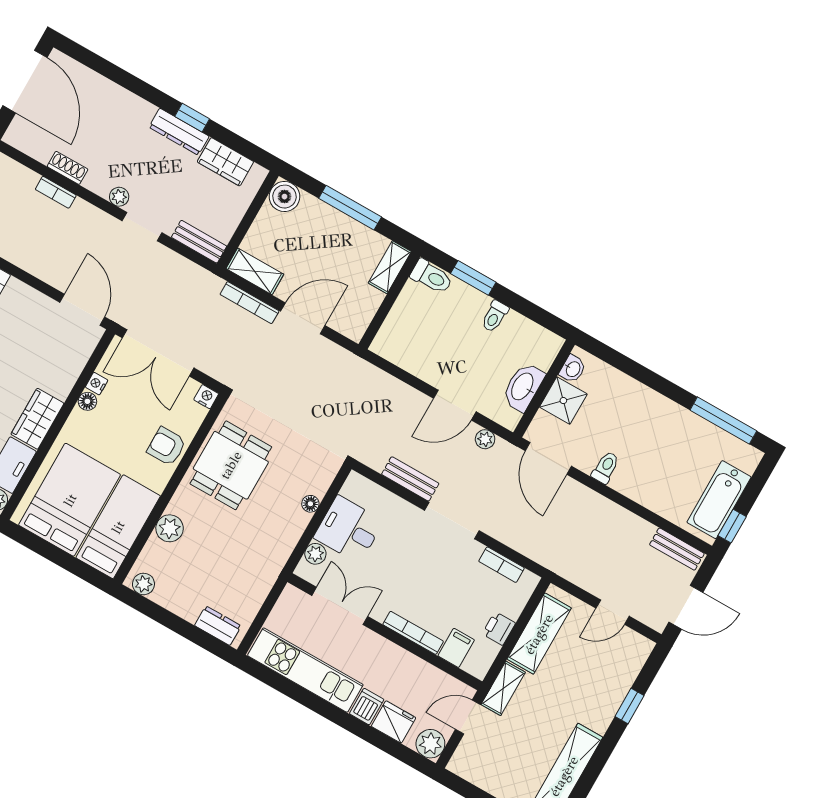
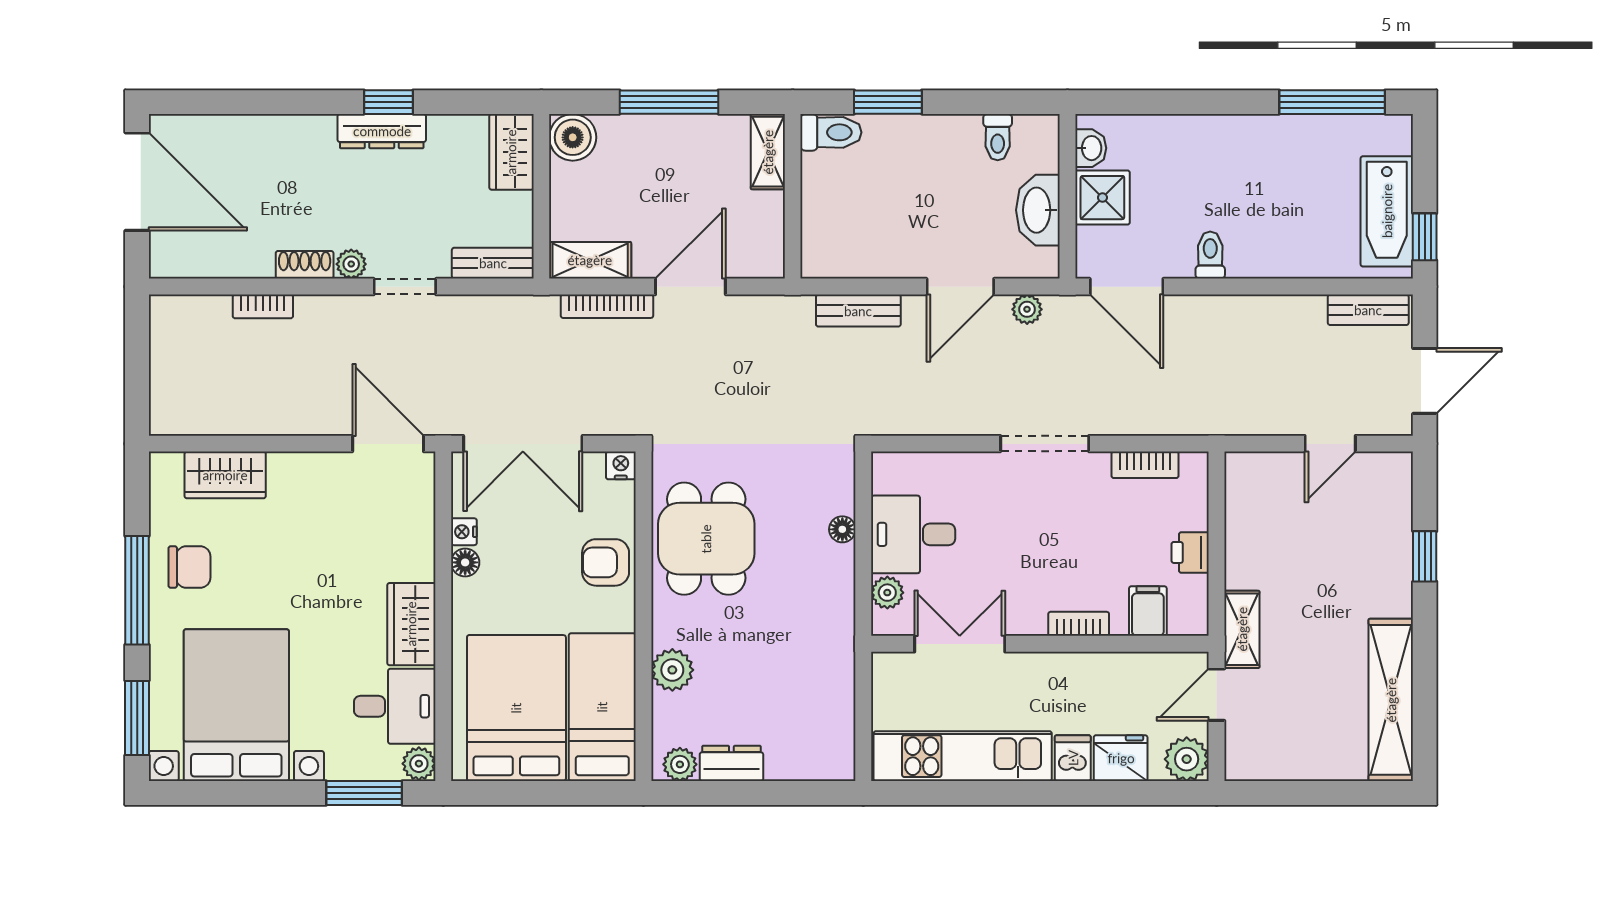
wardrobe: (225, 162) -> (511, 152), moved, turned 90
shoe rack: (68, 168) -> (305, 265), moved
toilet: (495, 316) -> (998, 137), moved
bench: (410, 479) -> (858, 311), moved
dresser: (218, 626) -> (731, 763), moved
bookcase: (413, 633) -> (1079, 624), width x0.64
shelving: (539, 634) -> (1248, 528), removed

